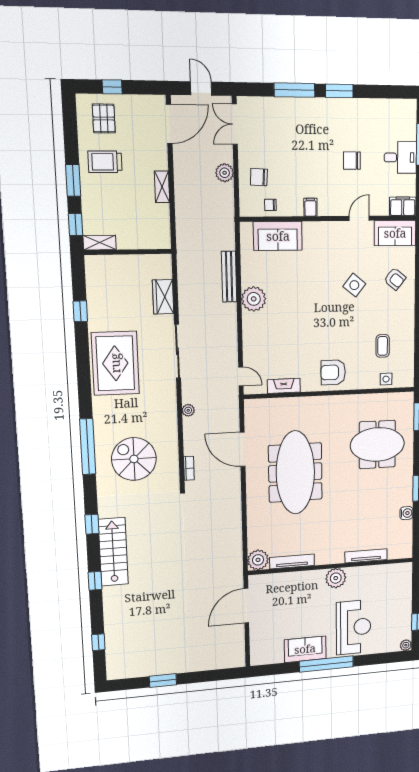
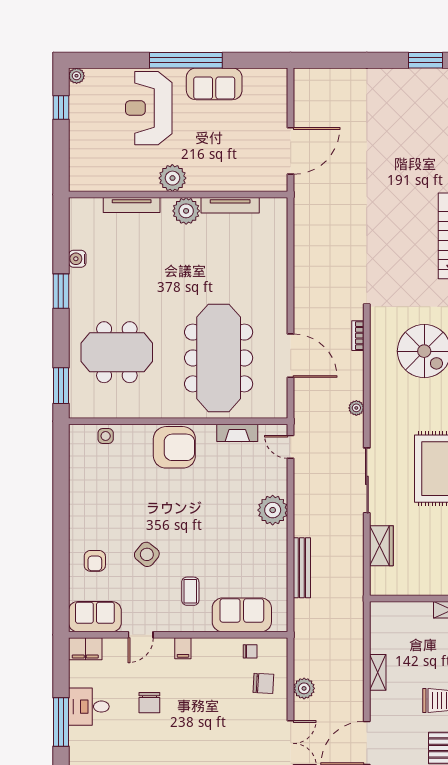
chair: (352, 161) -> (149, 703), turned 90
filing cabinet: (310, 207) -> (183, 648), moved
armchair: (395, 279) -> (95, 561), turned -129
plant: (254, 299) -> (273, 510), moved
coffee table: (383, 346) -> (190, 591), moved
armchair: (333, 372) -> (174, 447), width x1.36, depth x1.36
meeting table: (295, 472) -> (219, 358), moved
plant: (258, 560) -> (186, 211), moved
window: (163, 680) -> (426, 60), moved

